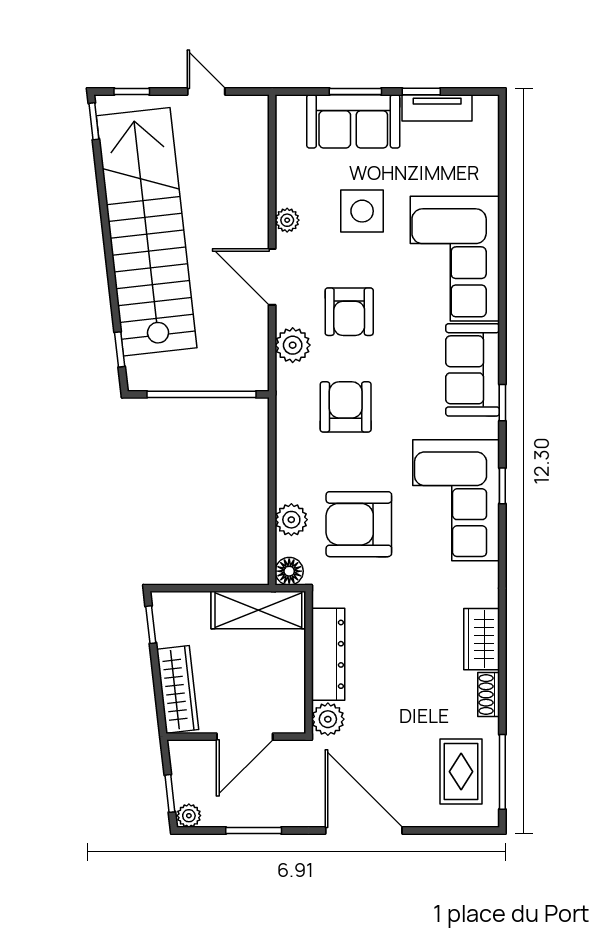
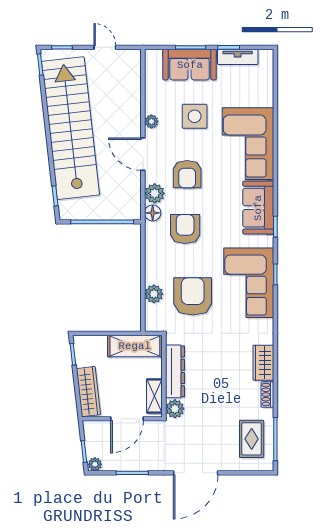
armchair: (359, 524) -> (193, 296), turned 90
floor lamp: (289, 571) -> (153, 213), moved
shelving: (292, 697) -> (154, 396), added
door: (364, 831) -> (196, 473), swing flipped

